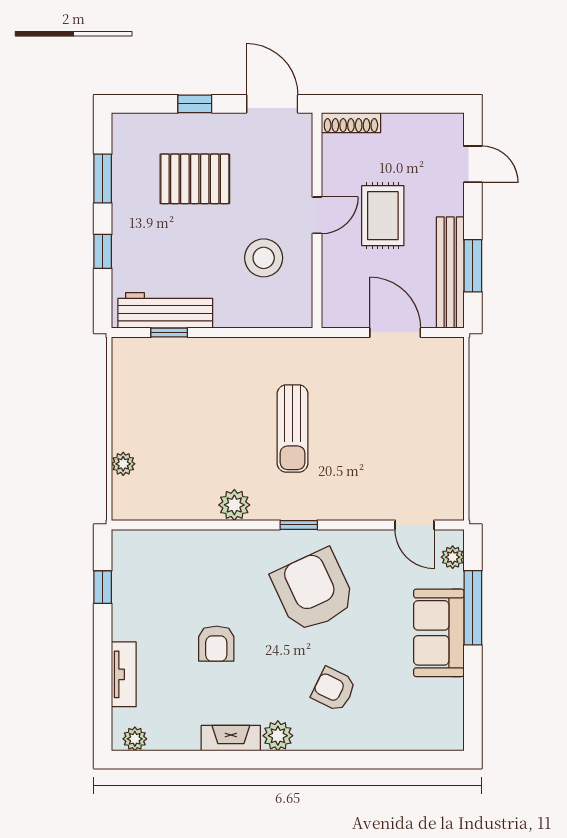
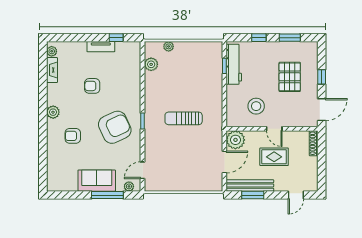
plant: (343, 306) -> (235, 140), added
plant: (234, 505) -> (151, 64), moved
tv unit: (124, 674) -> (101, 47), moved
armchair: (334, 689) -> (73, 136), turned -116
fireplace: (231, 738) -> (52, 70), moved

